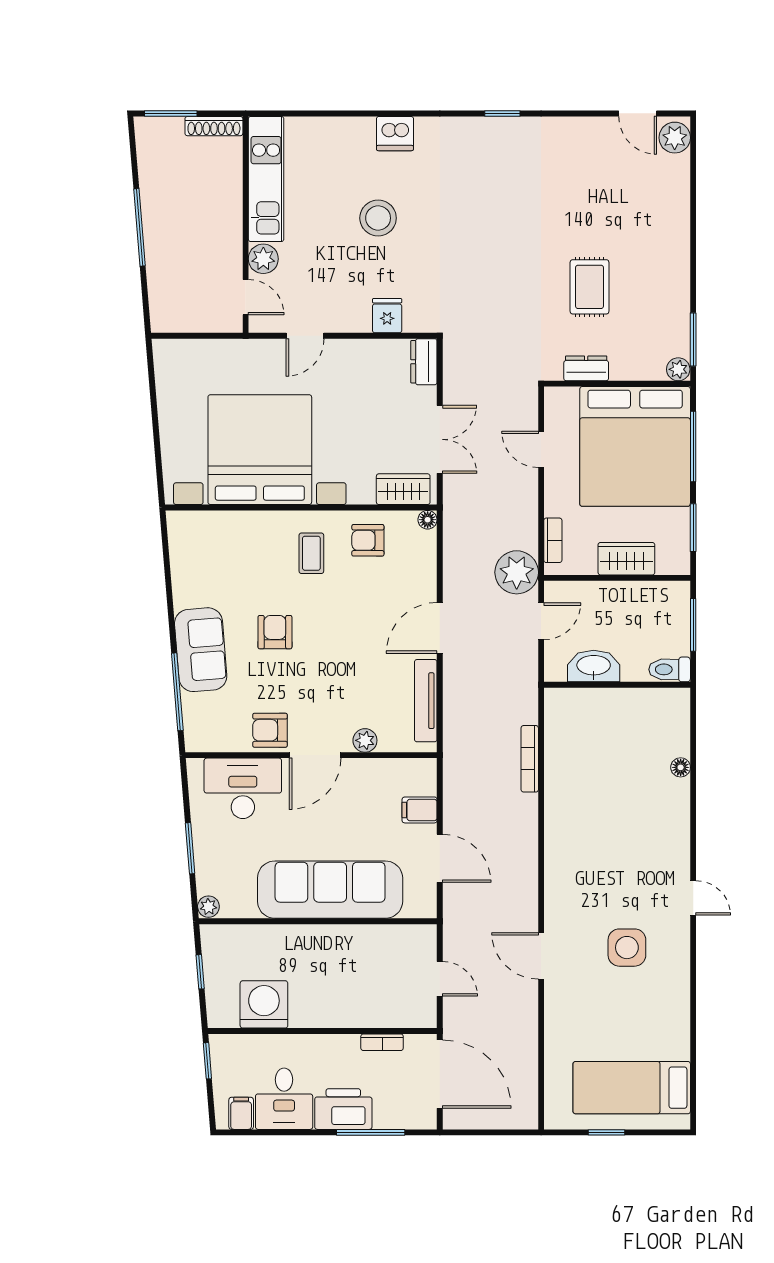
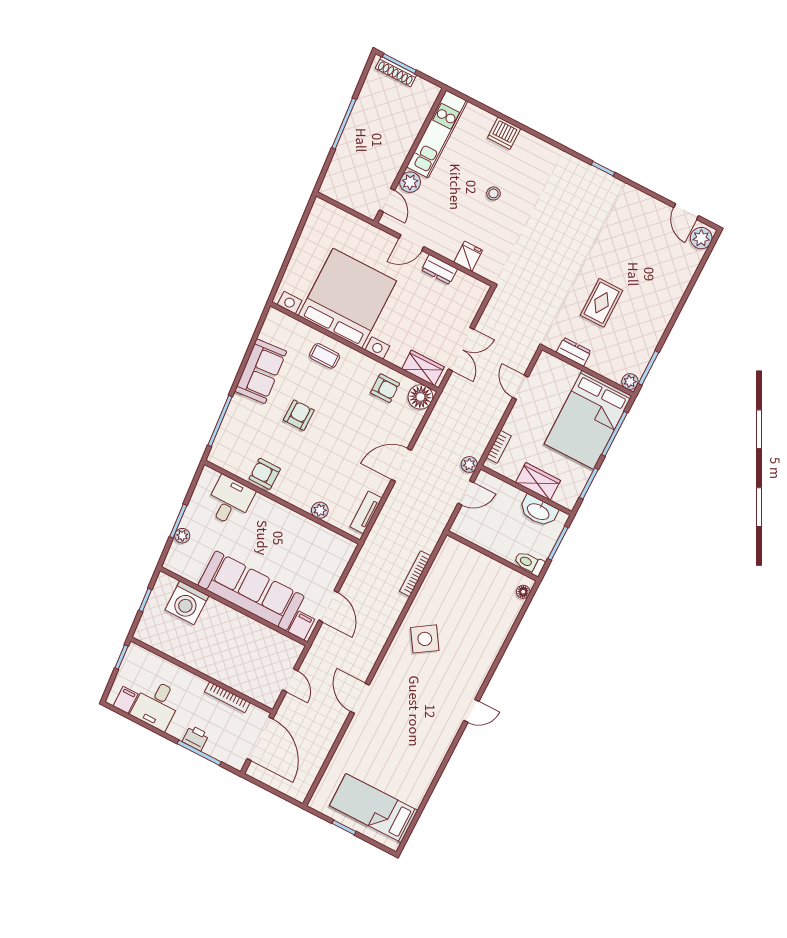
shoe rack: (214, 126) -> (396, 72), moved
dishwasher: (395, 134) -> (504, 133), moved
stool: (378, 218) -> (493, 193), width x0.53, depth x0.53
dresser: (424, 362) -> (439, 269), moved, turned -90
bed: (635, 446) -> (588, 420), width x0.73
floor lamp: (428, 520) -> (420, 397), width x1.89, depth x1.89
armchair: (368, 540) -> (385, 388), turned 180
coffee table: (311, 553) -> (325, 356), moved, turned 90
plant: (517, 572) -> (469, 464), width x0.53, depth x0.53
sofa: (201, 650) -> (261, 371), moved
washbasin: (594, 666) -> (538, 511), moved, turned 180
tv unit: (426, 701) -> (366, 512), width x0.71
door: (315, 755) -> (284, 503), removed
floor lamp: (681, 767) -> (523, 592), moved
desk: (243, 788) -> (230, 501), width x0.73
filing cabinet: (420, 810) -> (301, 626), moved, turned 90
door: (693, 898) -> (471, 711), hinge flipped
plant: (208, 907) -> (182, 536), moved
side table: (627, 948) -> (425, 639), moved, turned -33
washing machine: (264, 1004) -> (187, 603), moved, turned 180
bookcase: (382, 1042) -> (227, 697), width x1.56
printer: (343, 1109) -> (196, 738), width x0.53, depth x0.68

